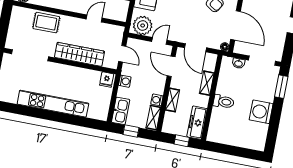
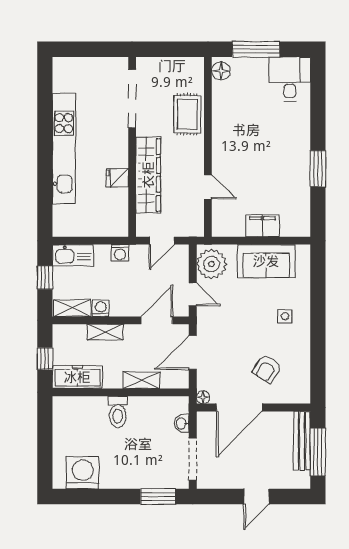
fridge: (107, 80) -> (117, 178), moved
washing machine: (261, 112) -> (83, 473), moved

